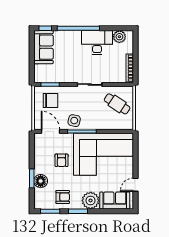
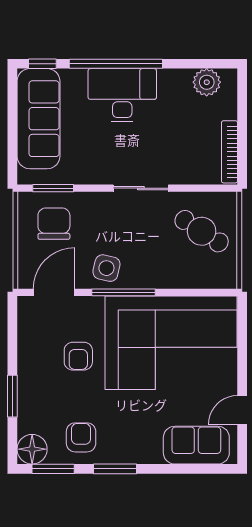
desk: (97, 43) -> (122, 95), moved
sofa: (44, 47) -> (38, 119), width x1.36
chair: (50, 100) -> (54, 224), turned -90
door: (50, 132) -> (54, 292), hinge flipped
floor lamp: (41, 181) -> (32, 449), moved
armchair: (63, 197) -> (81, 437), turned -90
plant: (91, 200) -> (143, 445), removed

